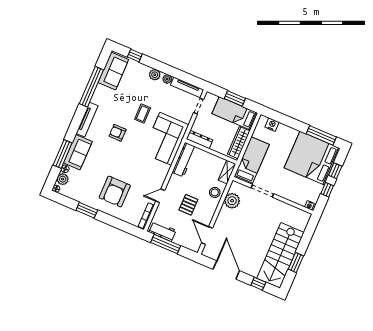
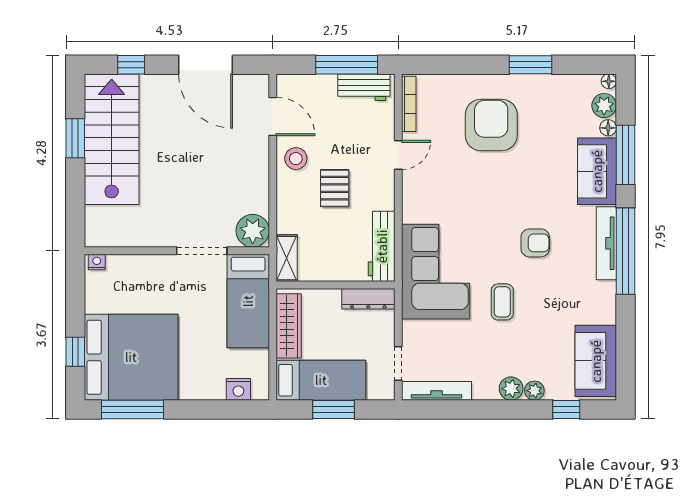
plant: (167, 79) -> (534, 391), moved
window: (91, 87) -> (625, 251), moved
window: (327, 190) -> (75, 308), removed
stool: (215, 192) -> (296, 159), moved
plant: (232, 201) -> (253, 231), moved
pallet: (188, 205) -> (335, 188), moved

